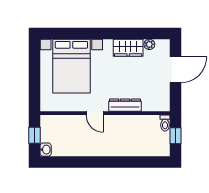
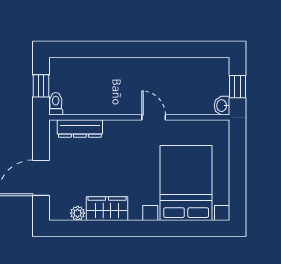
dresser: (125, 105) -> (80, 129), moved
washbasin: (46, 150) -> (222, 106), moved

